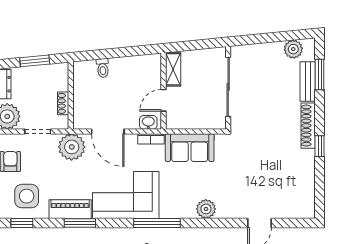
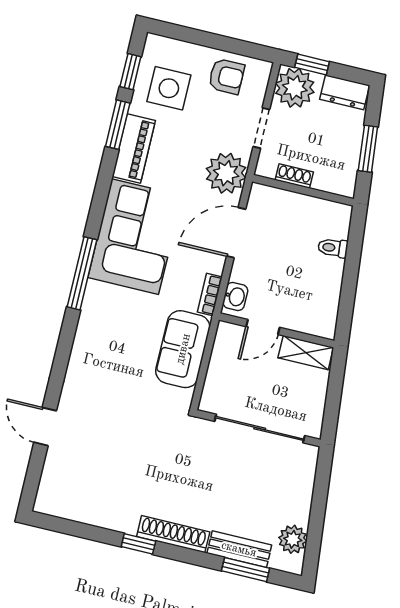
door: (163, 100) -> (263, 327), swing flipped
plant: (206, 209) -> (85, 352), removed
window: (80, 223) -> (118, 125), moved

